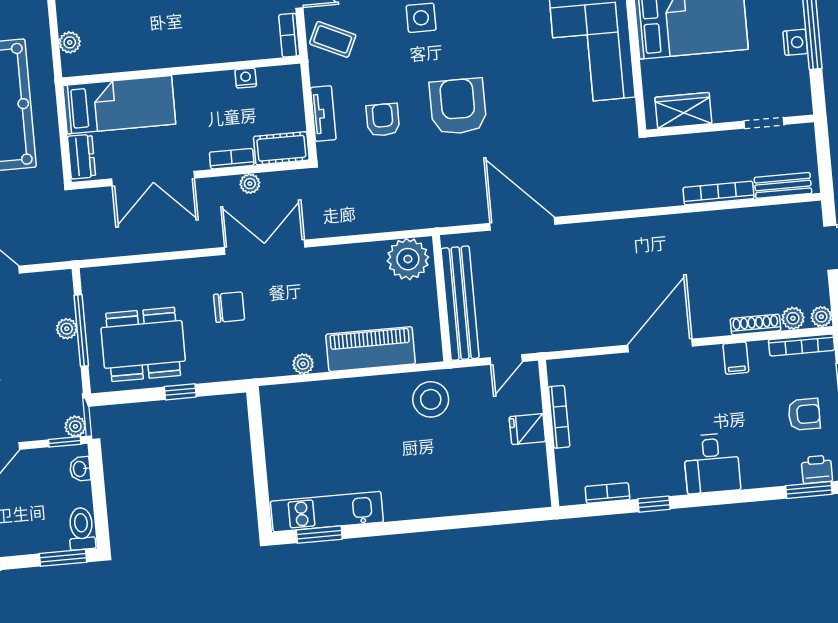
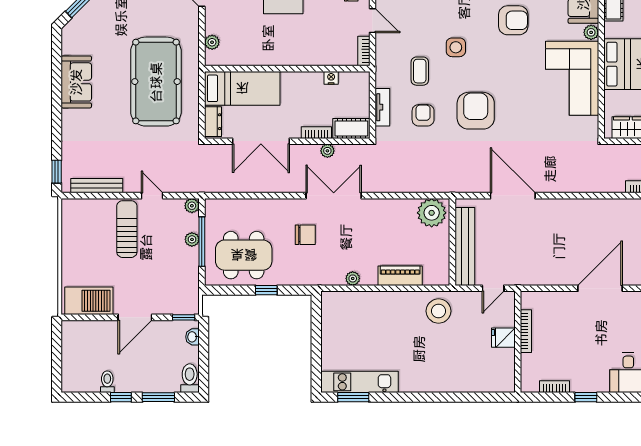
coffee table: (333, 39) -> (420, 71), moved, turned 65
piano: (371, 349) -> (400, 276), width x0.73, depth x0.75
plant: (75, 426) -> (192, 206), moved
window: (63, 558) -> (158, 397), moved

